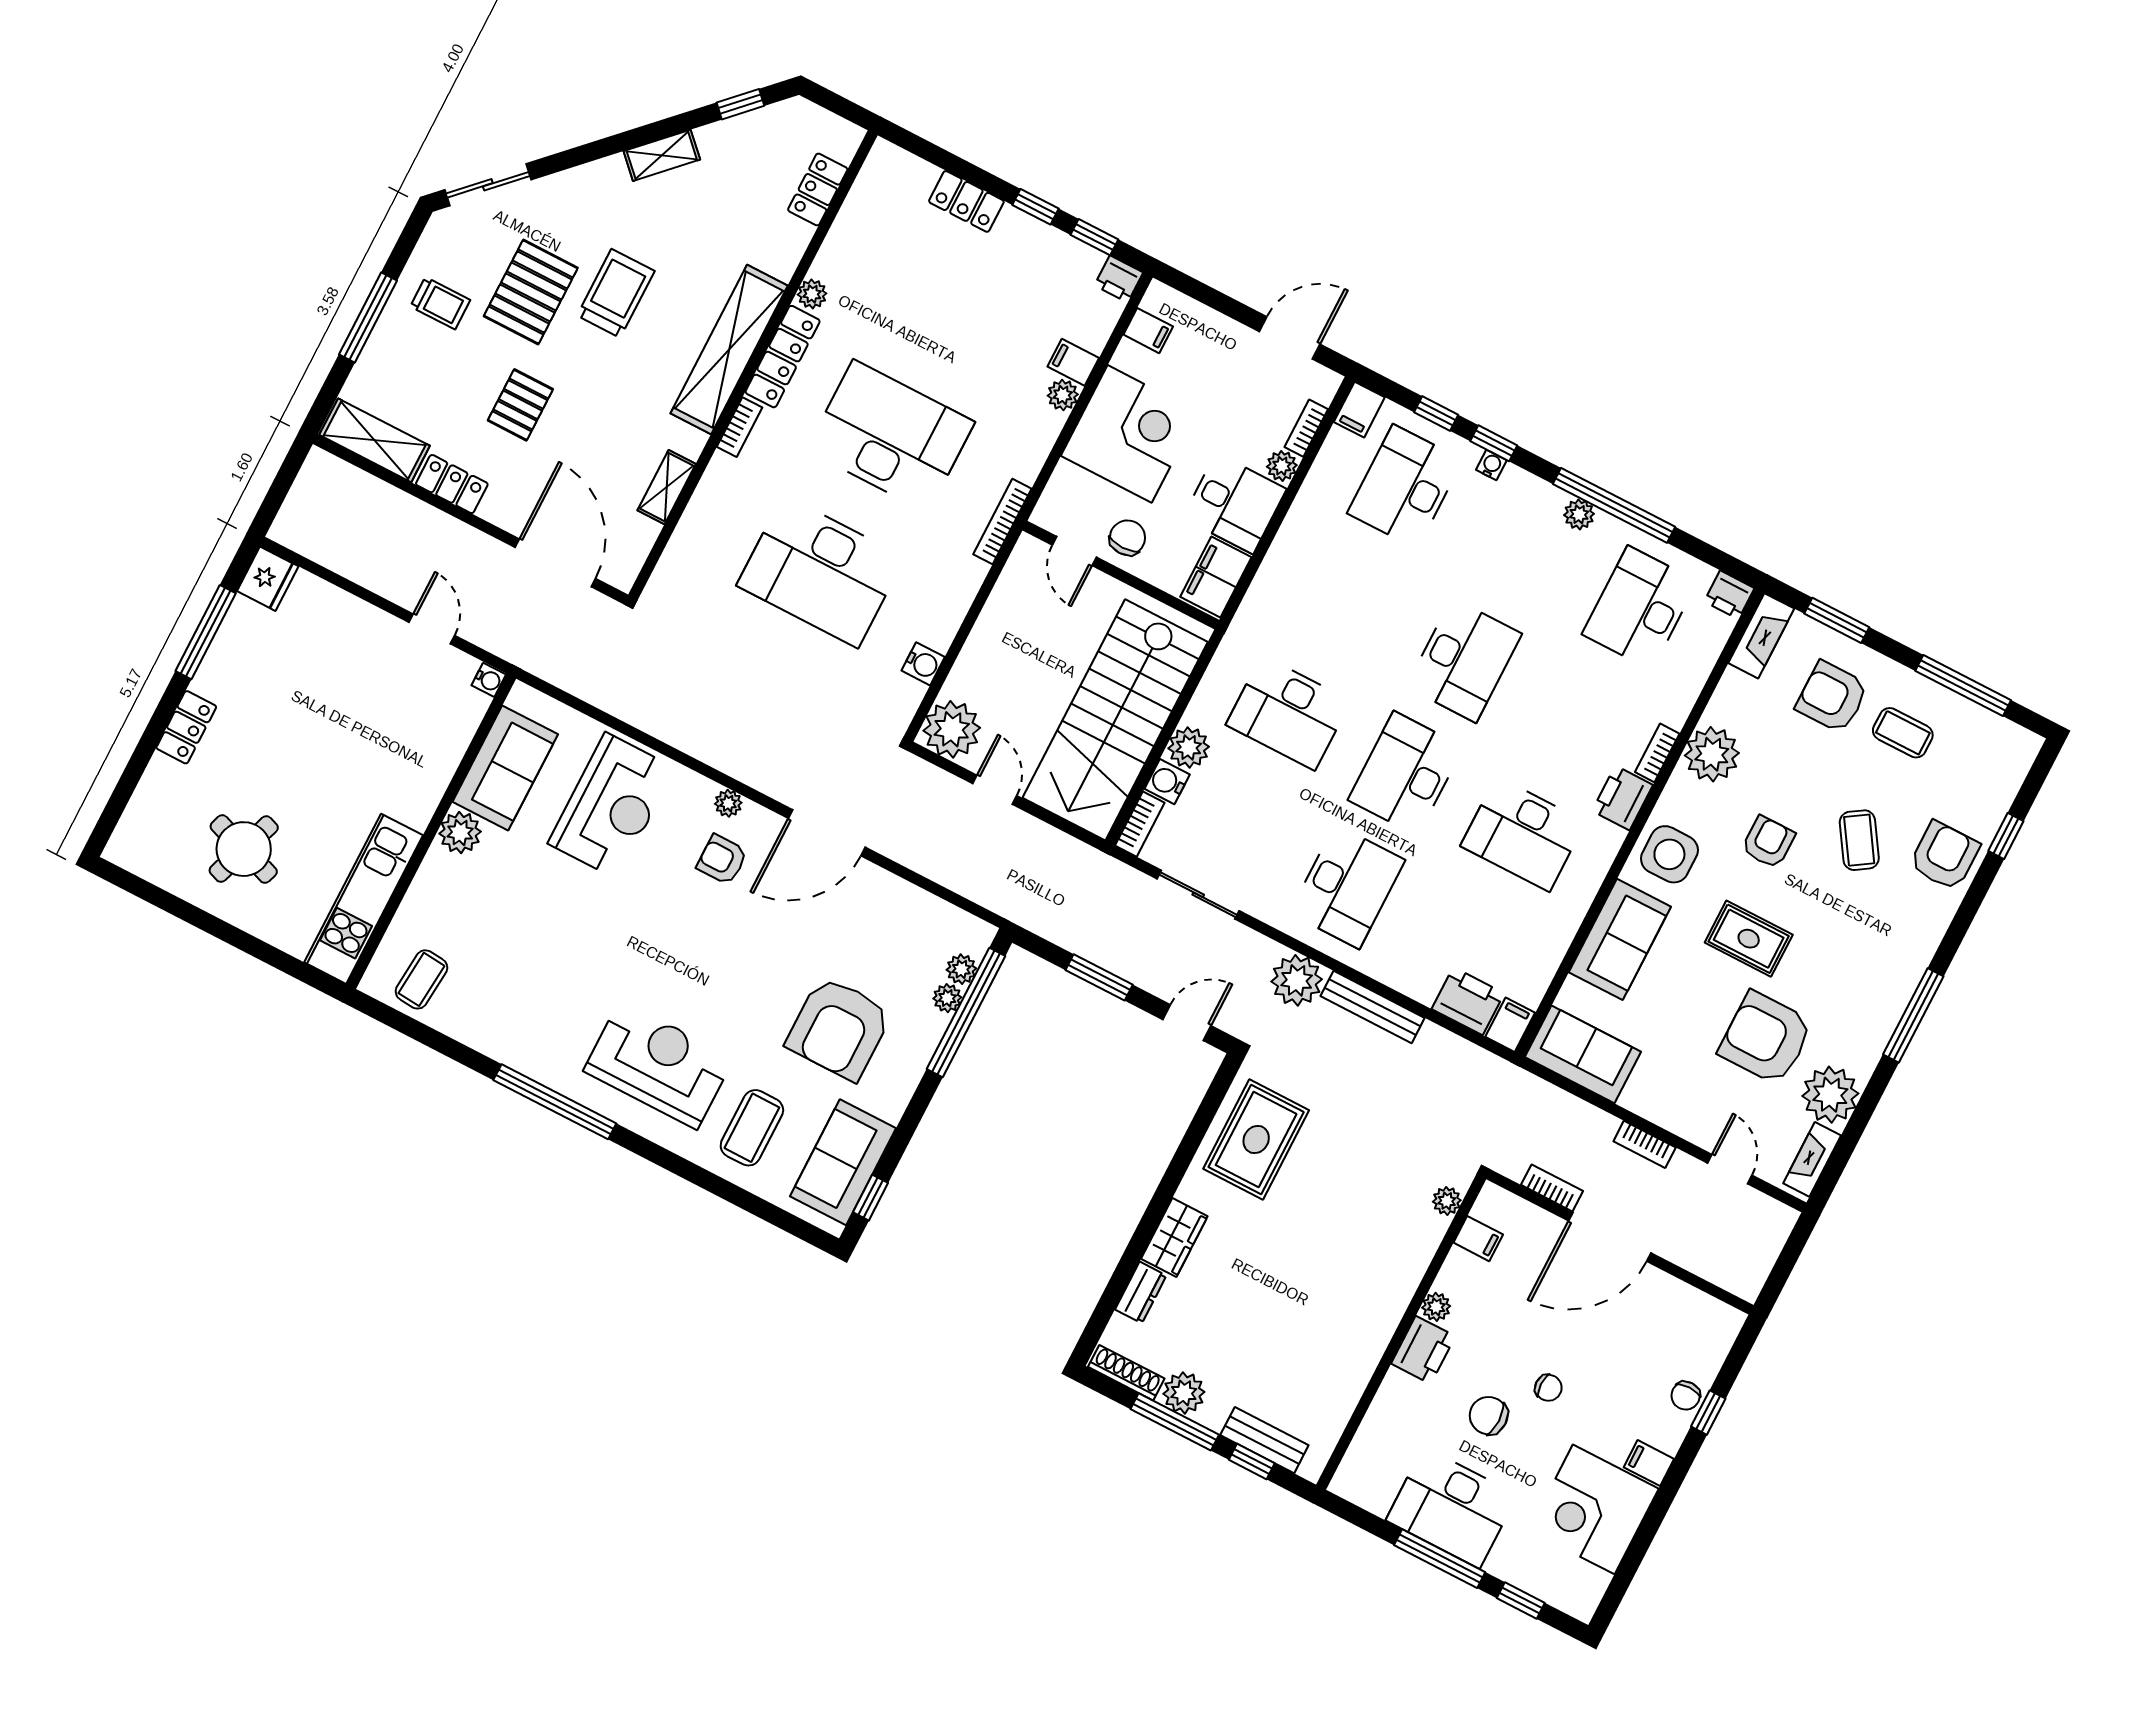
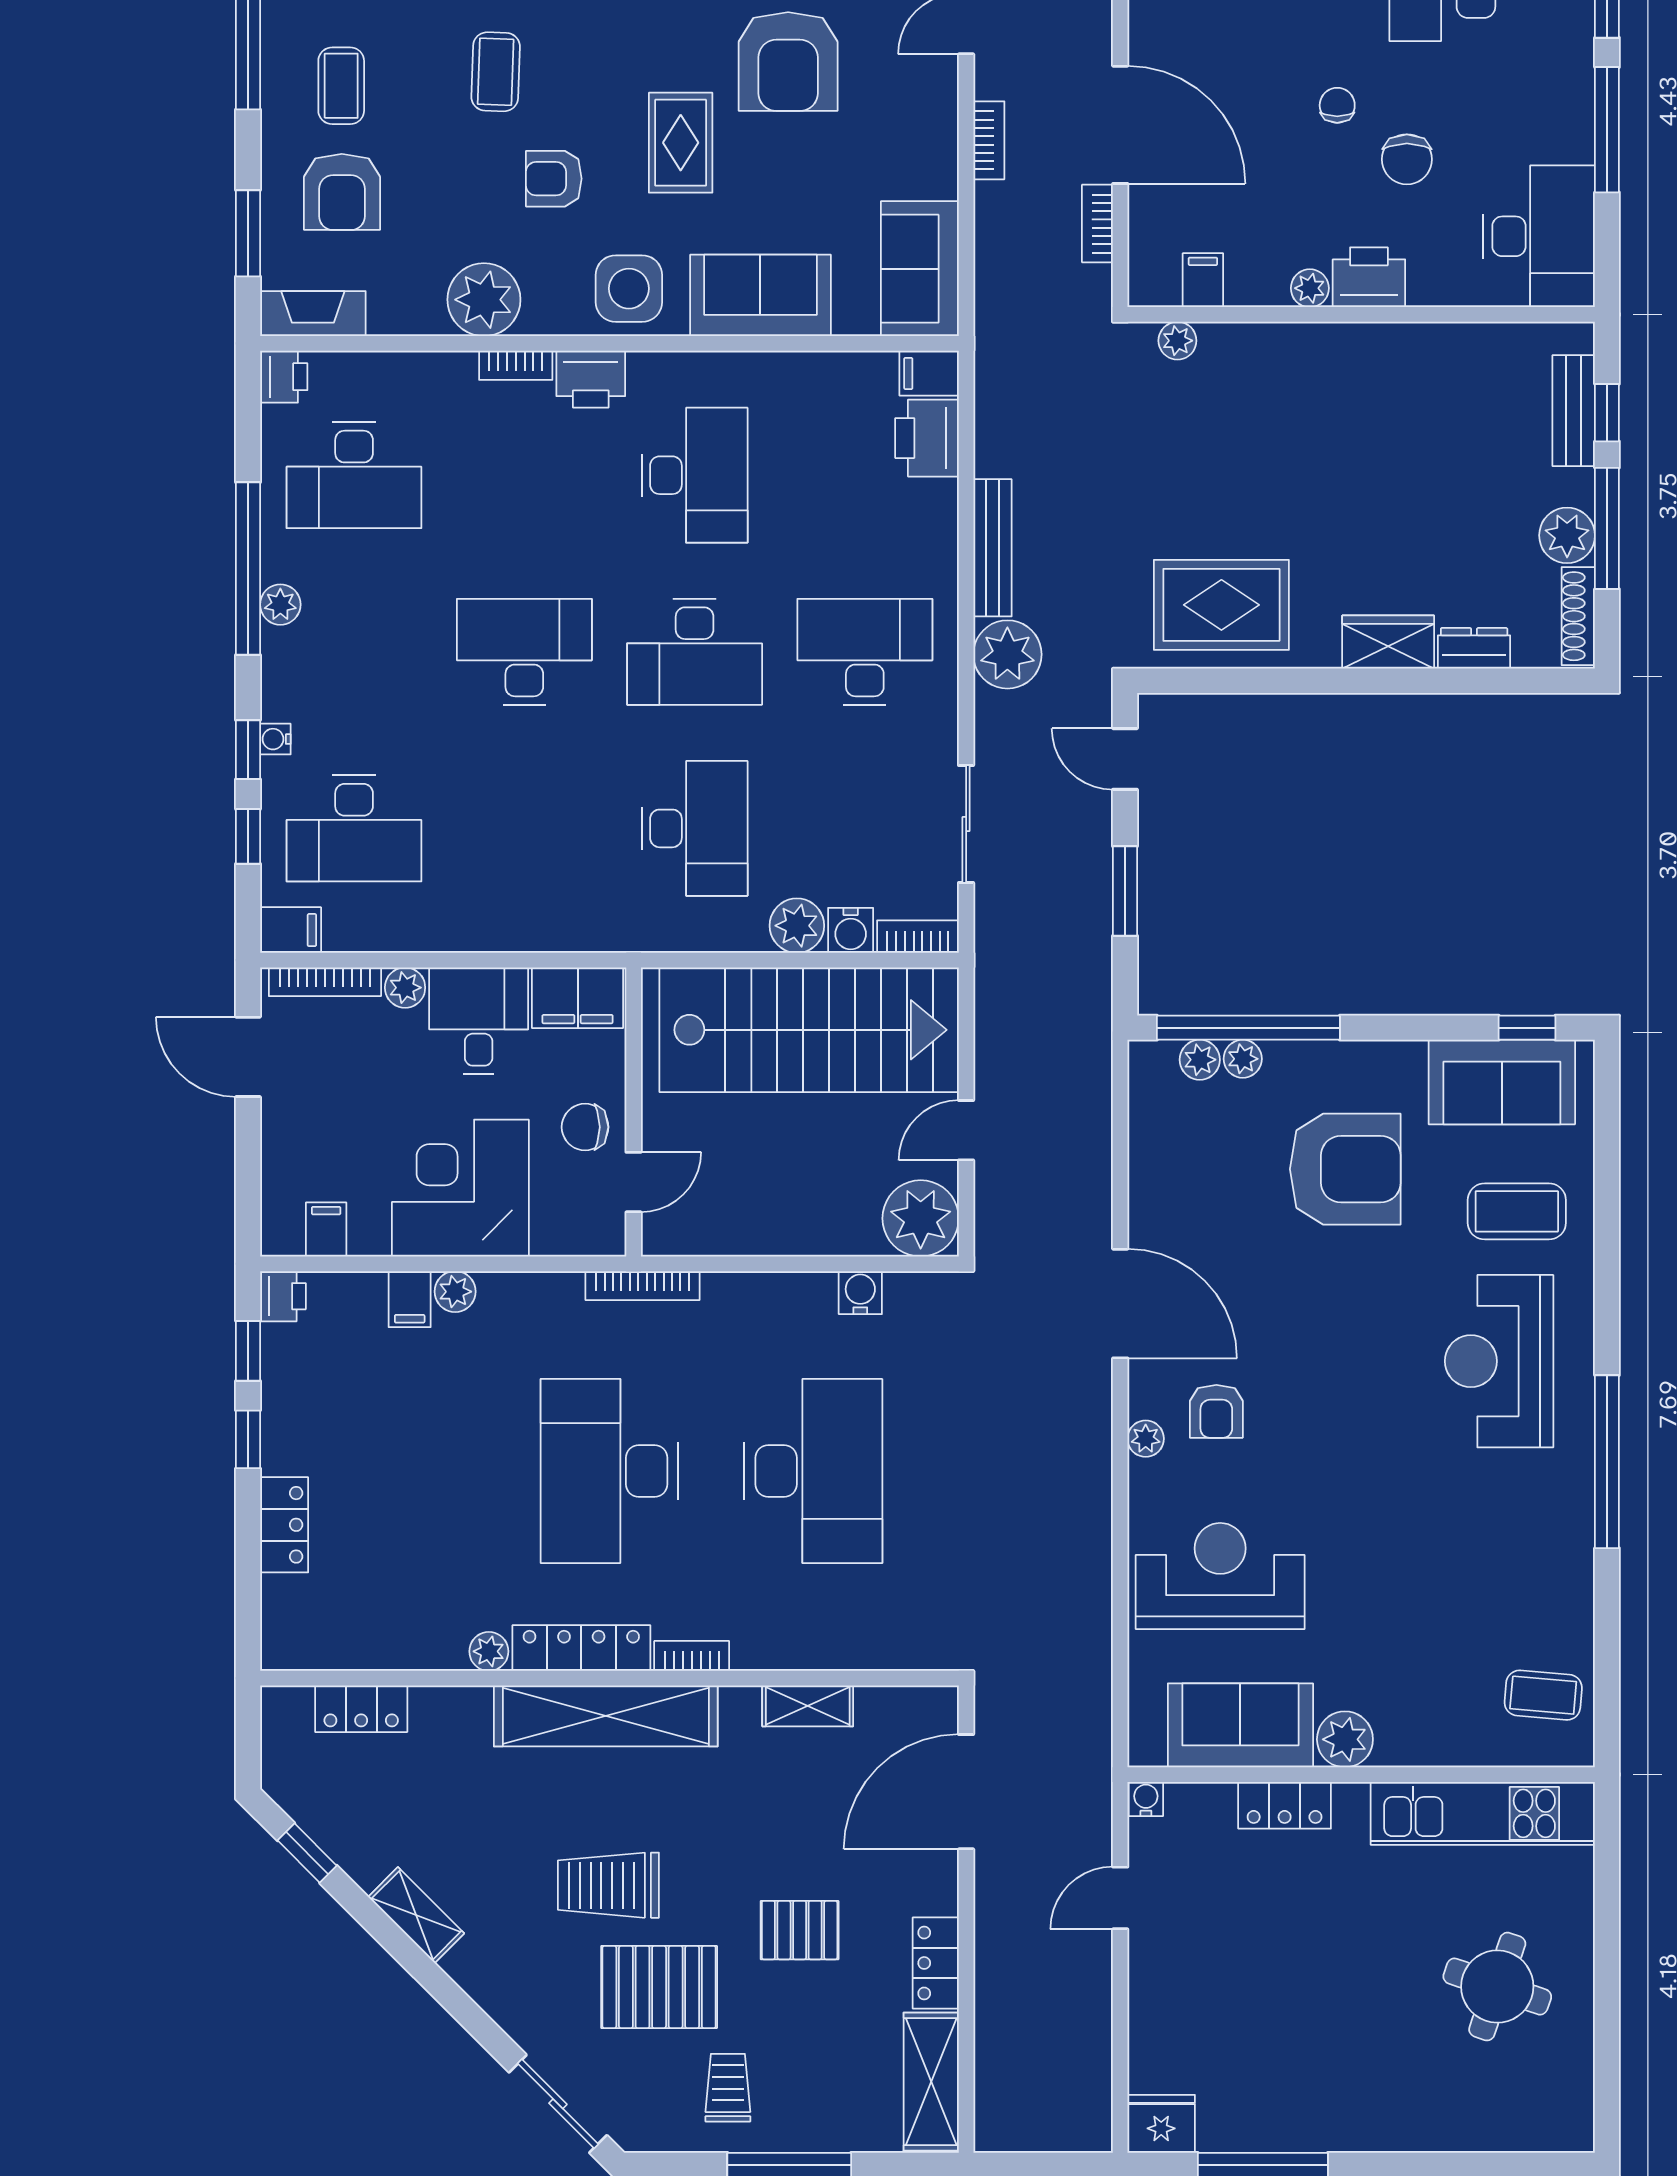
bookcase: (1306, 428) -> (325, 982), width x1.56
locker: (186, 727) -> (1285, 1805), moved, turned 180
coffee table: (1859, 840) -> (496, 72), turned -55
desk: (1452, 1508) -> (1539, 236), moved

